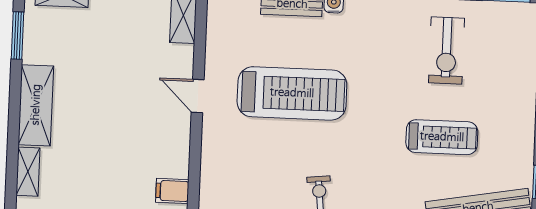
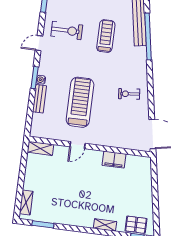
shelving: (36, 105) -> (75, 219), removed
filing cabinet: (172, 191) -> (114, 160), width x2.00

